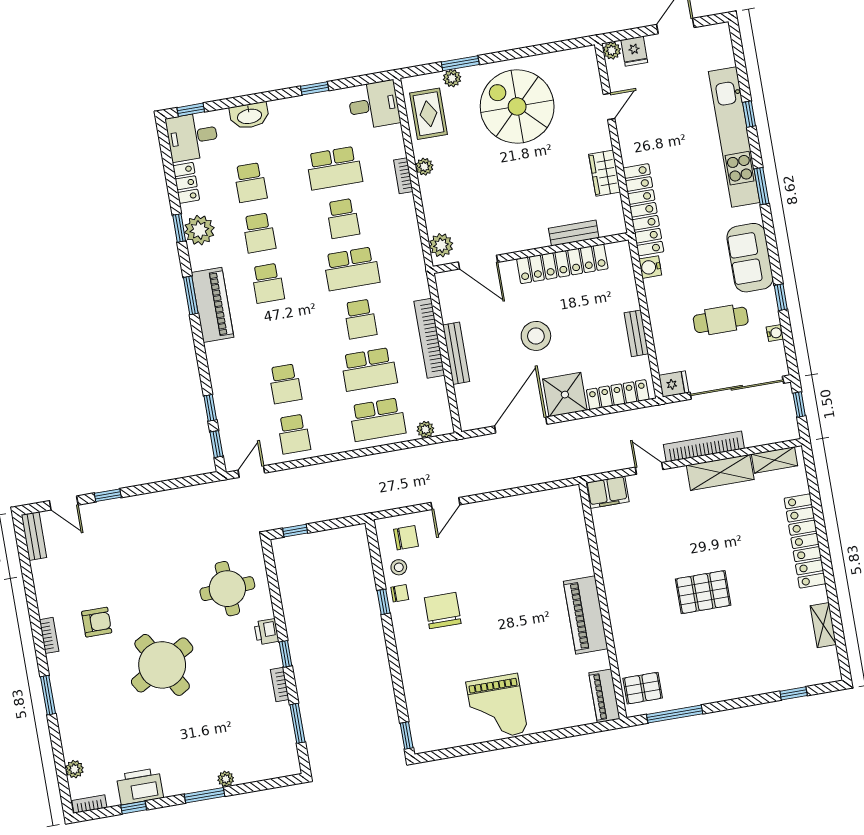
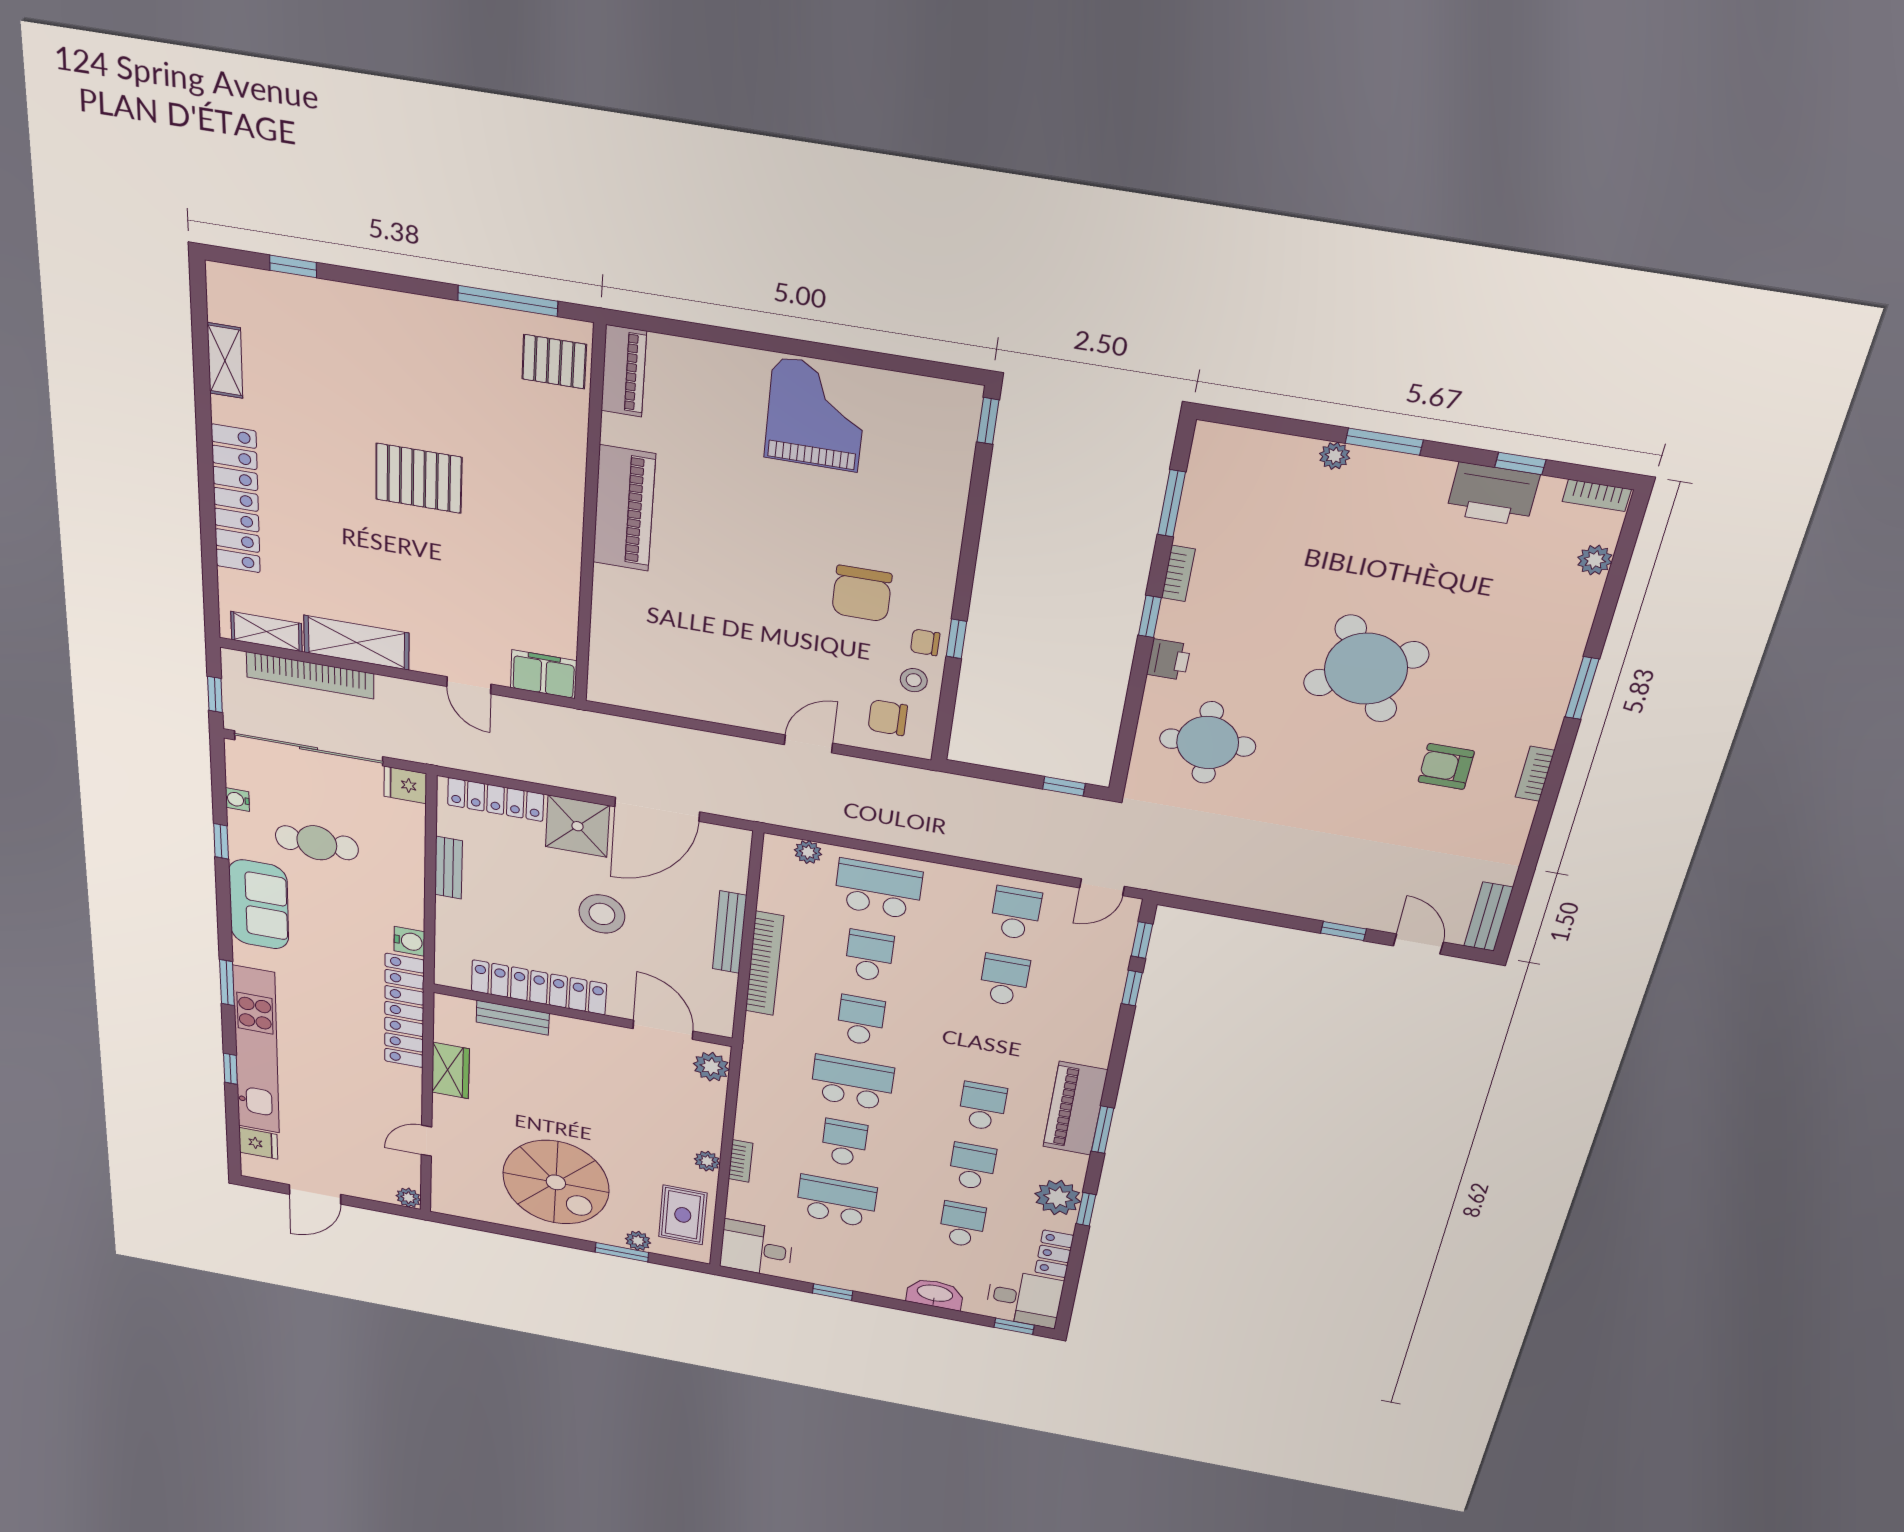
fridge: (634, 51) -> (258, 1143), moved, turned 90
school desk: (369, 369) -> (869, 956), width x0.54
bookcase: (704, 447) -> (310, 675), moved

